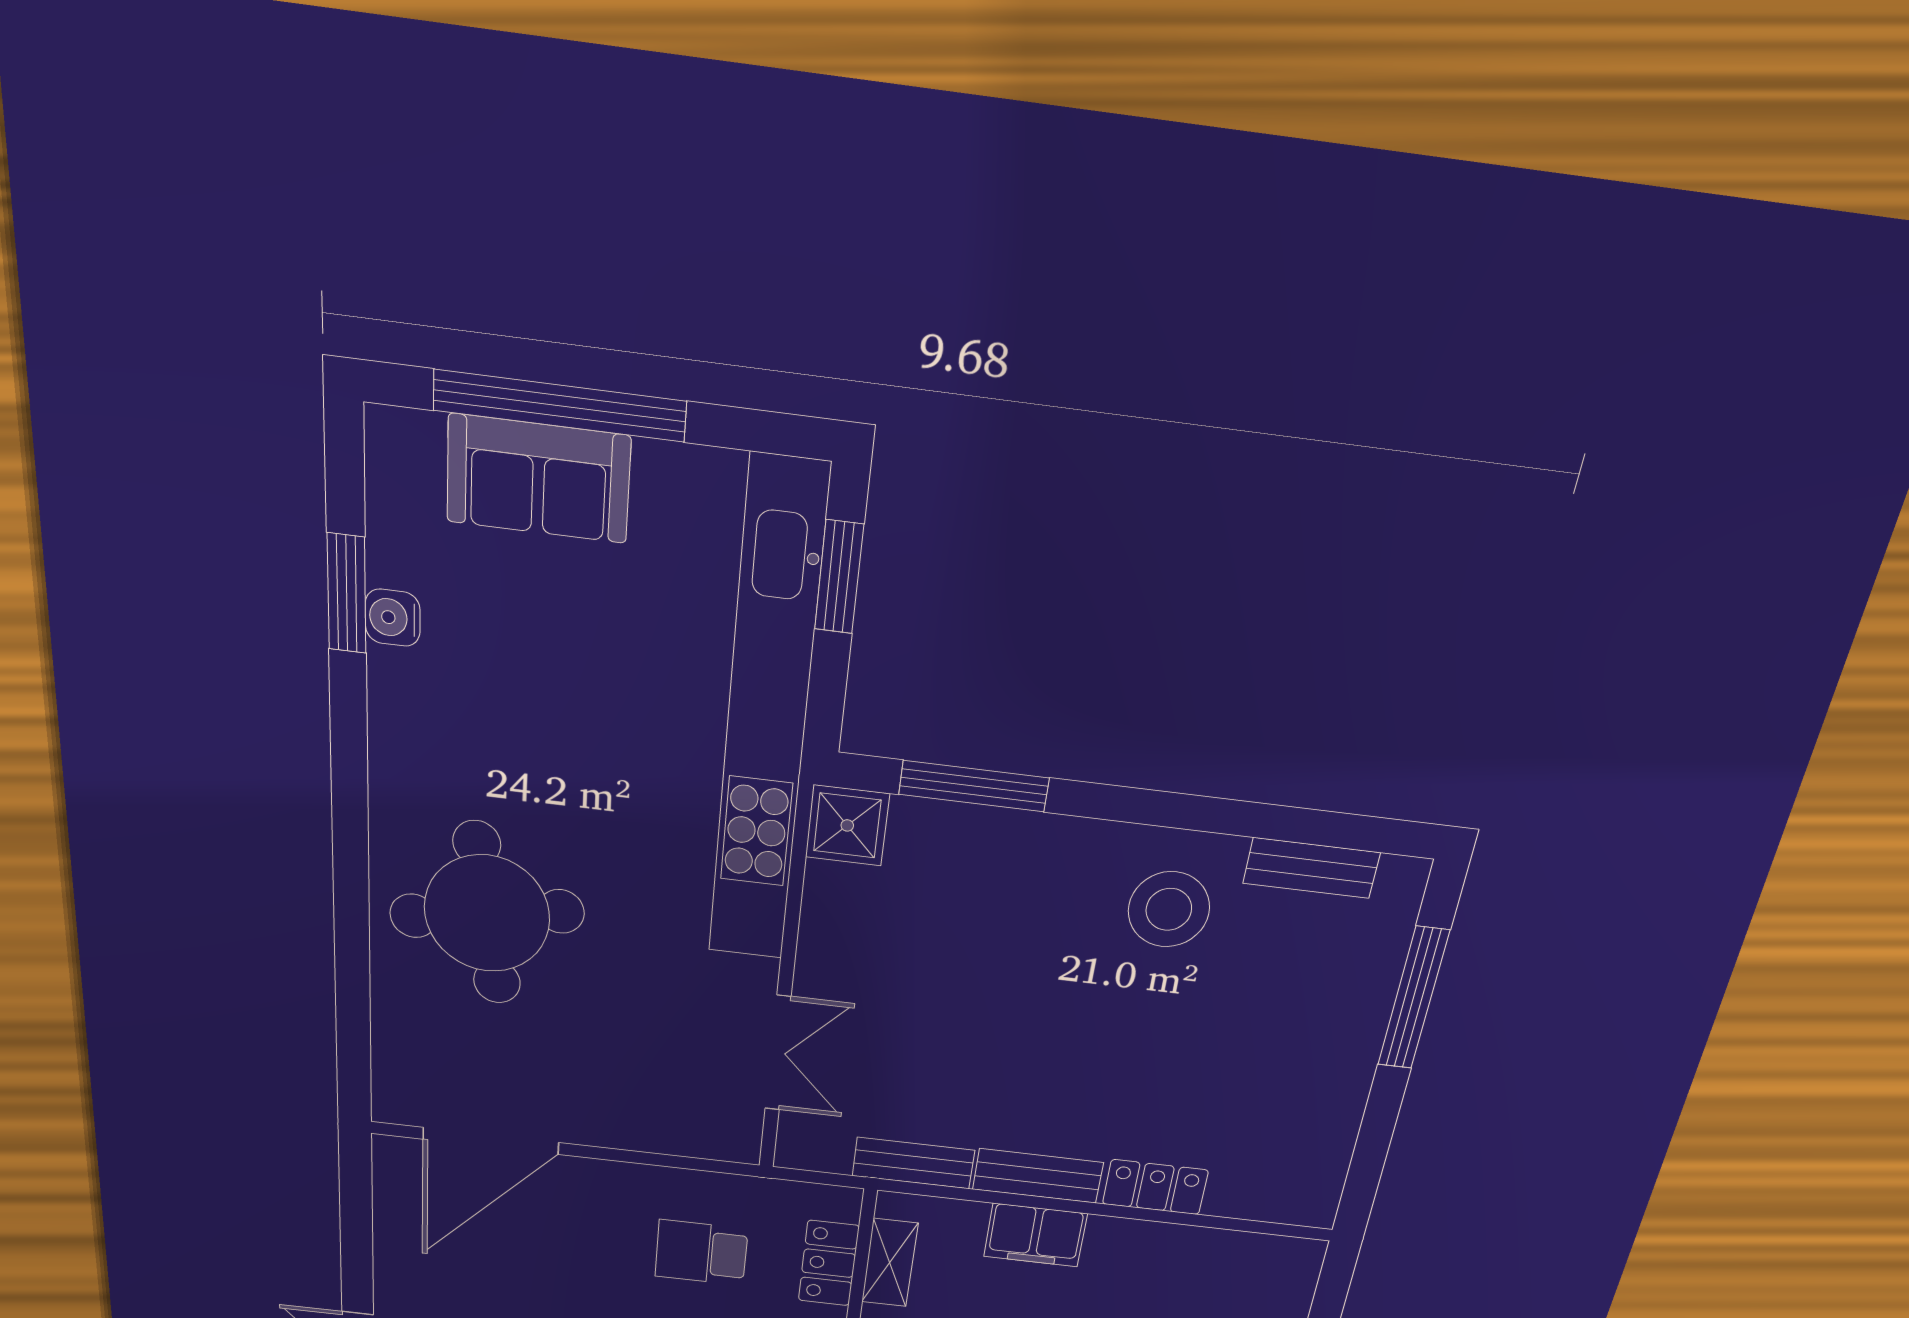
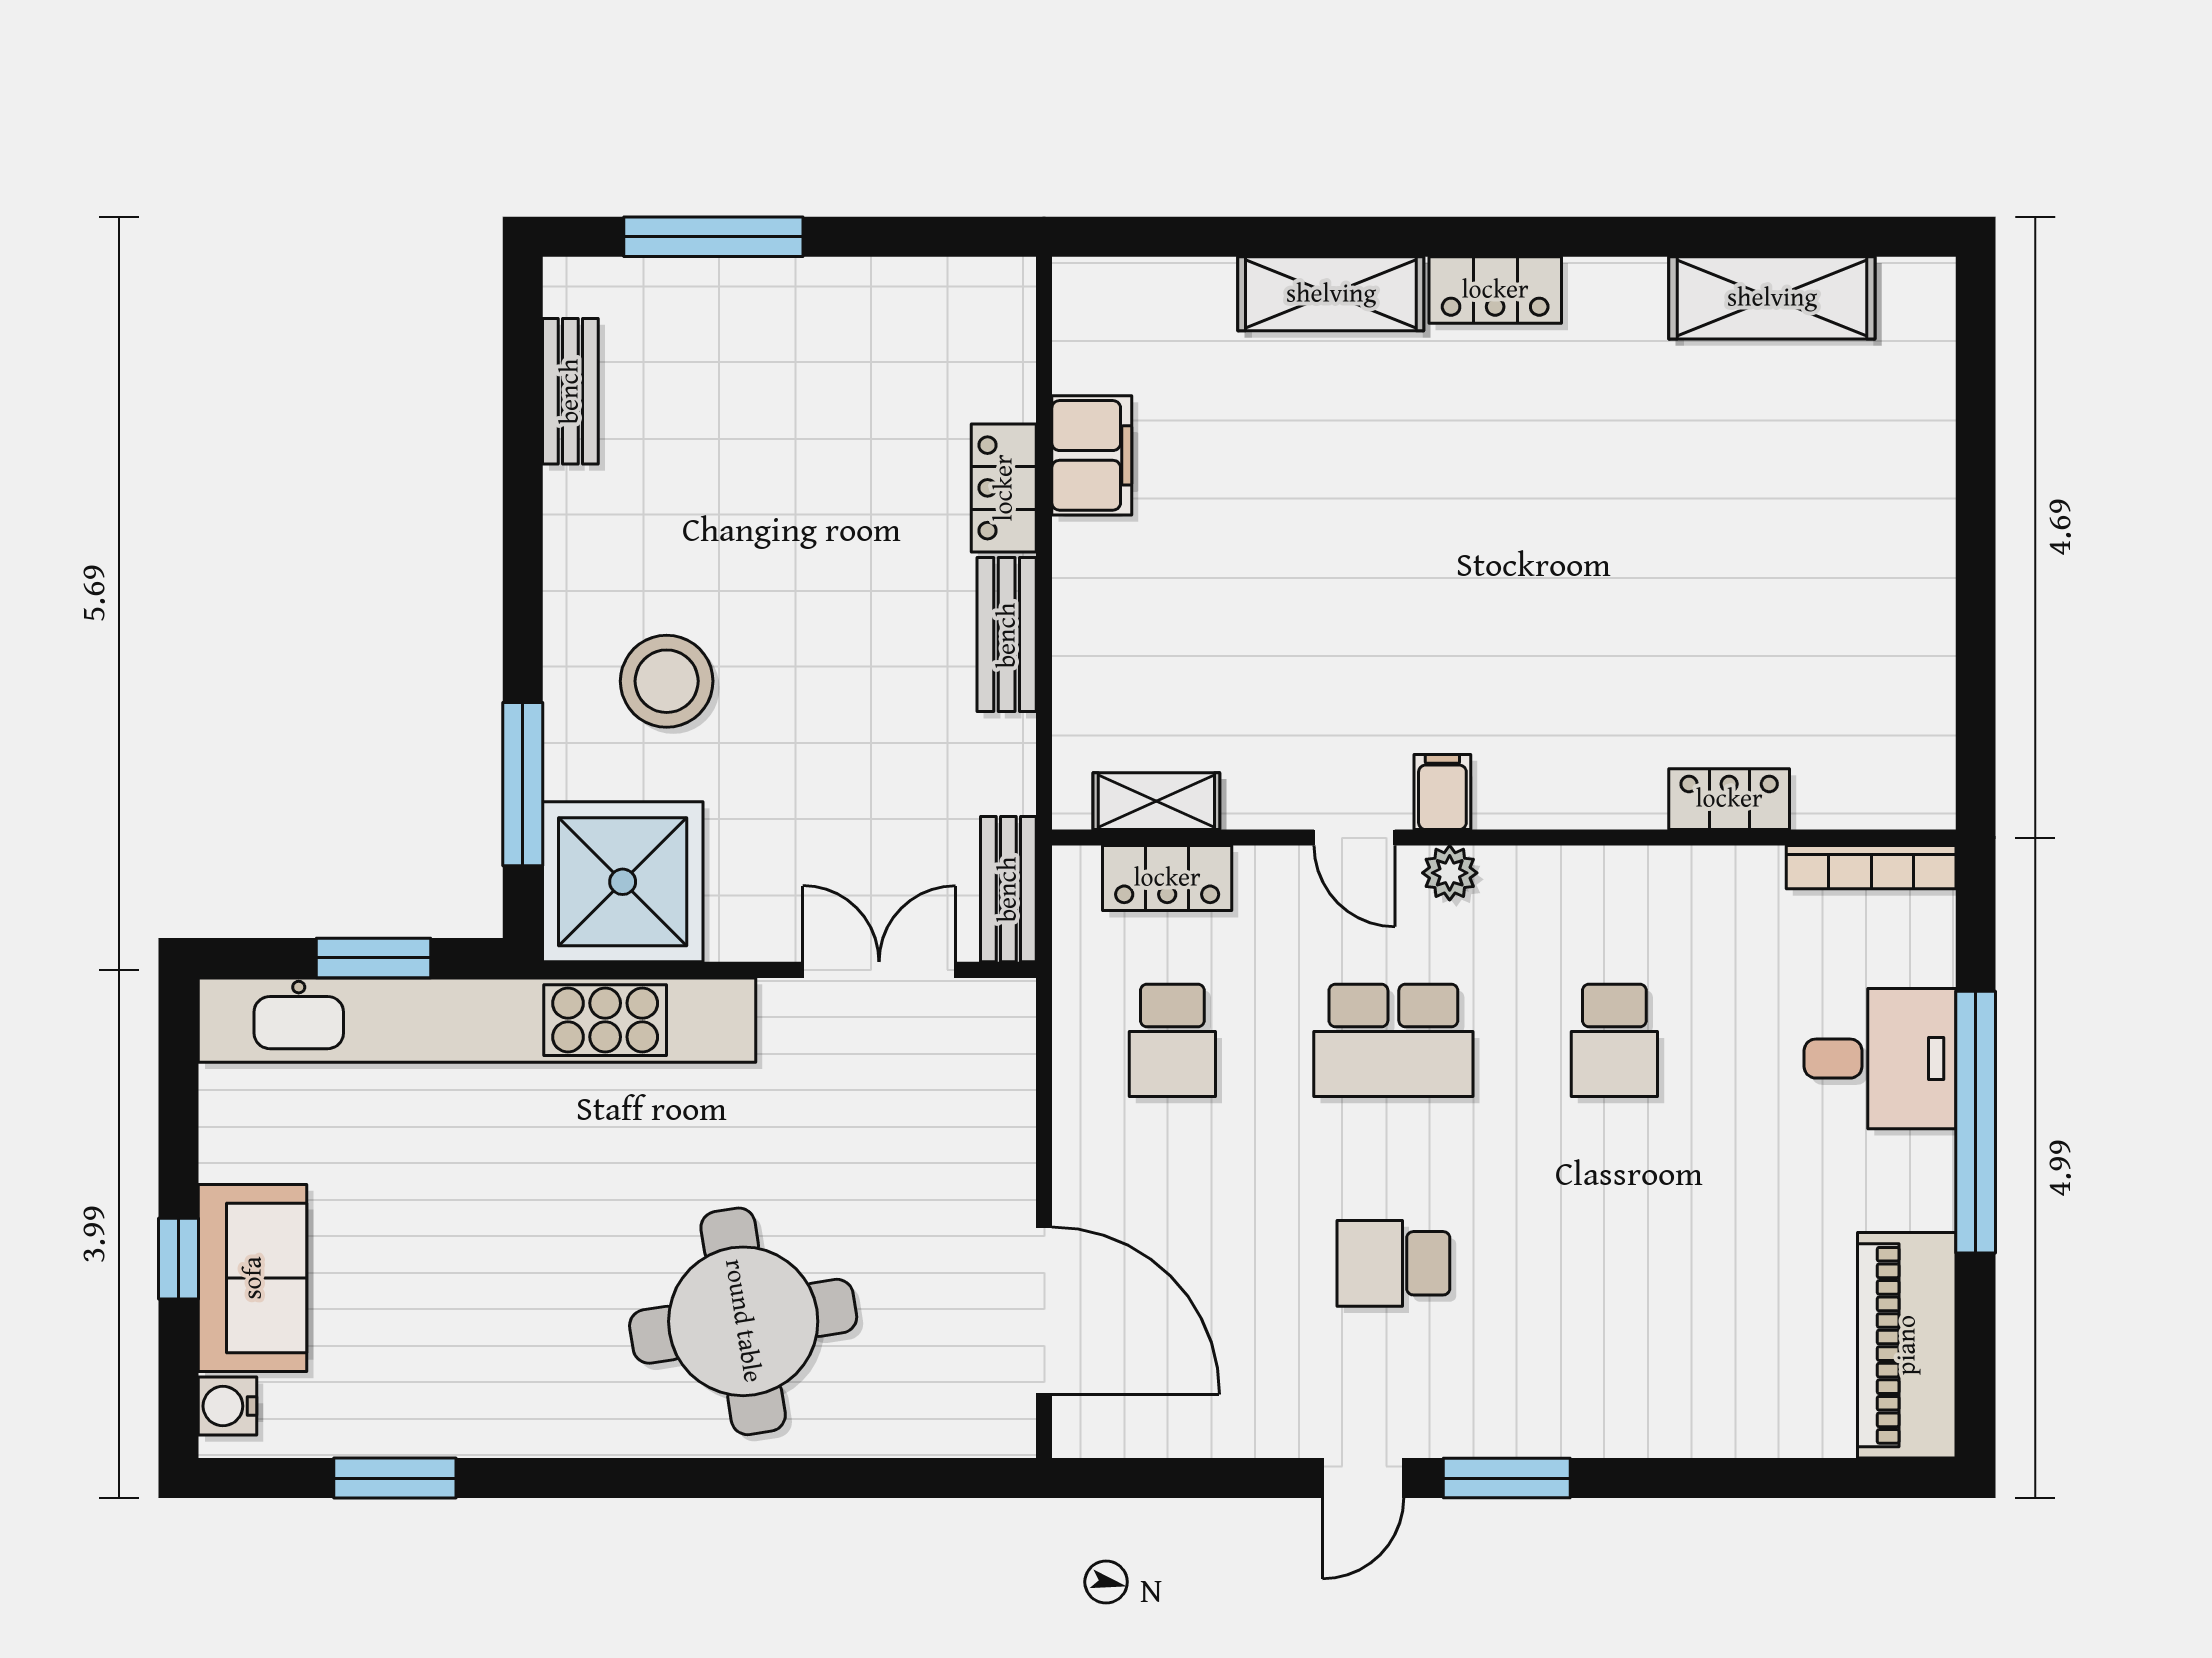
window: (560, 406) -> (179, 1259), width x0.32
window: (839, 577) -> (373, 958), moved
water cooler: (393, 618) -> (228, 1406), moved, turned 90
shower: (847, 825) -> (623, 882), width x1.86, depth x1.86
stool: (1169, 909) -> (667, 681), moved
bench: (913, 1163) -> (1008, 889), moved
filing cabinet: (1035, 1235) -> (1092, 455), moved

